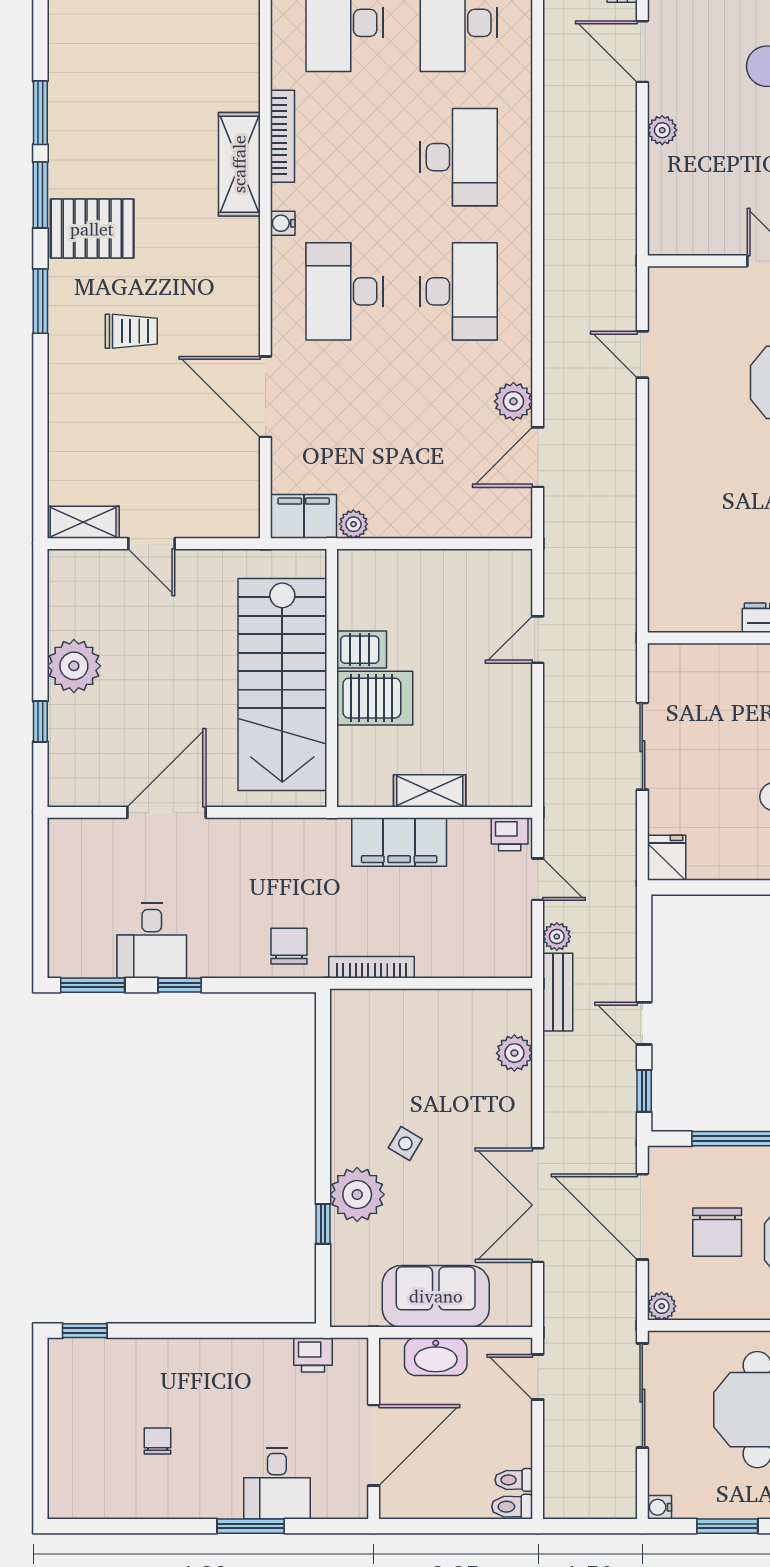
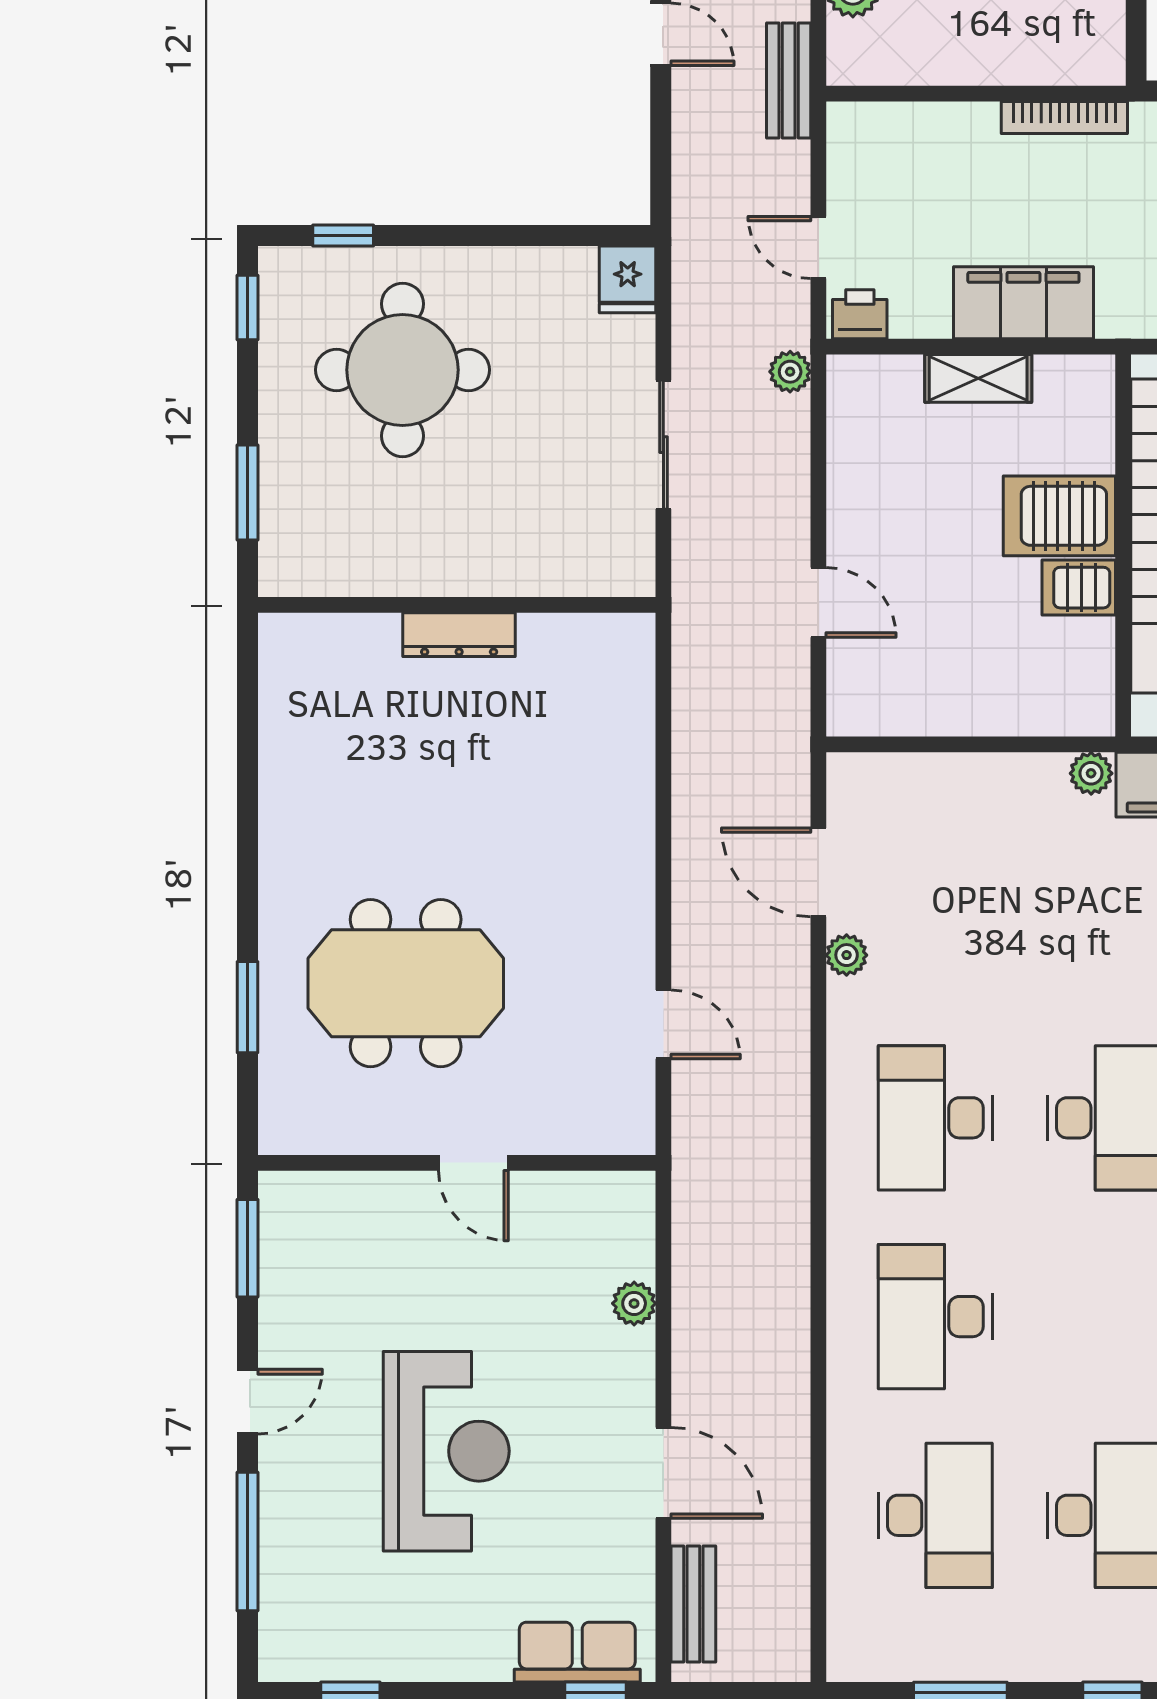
plant: (662, 130) -> (634, 1303), moved
plant: (513, 401) -> (847, 955), width x0.73, depth x0.73
door: (538, 457) -> (818, 872), swing flipped
door: (538, 640) -> (818, 602), hinge flipped
plant: (557, 937) -> (790, 372), moved

